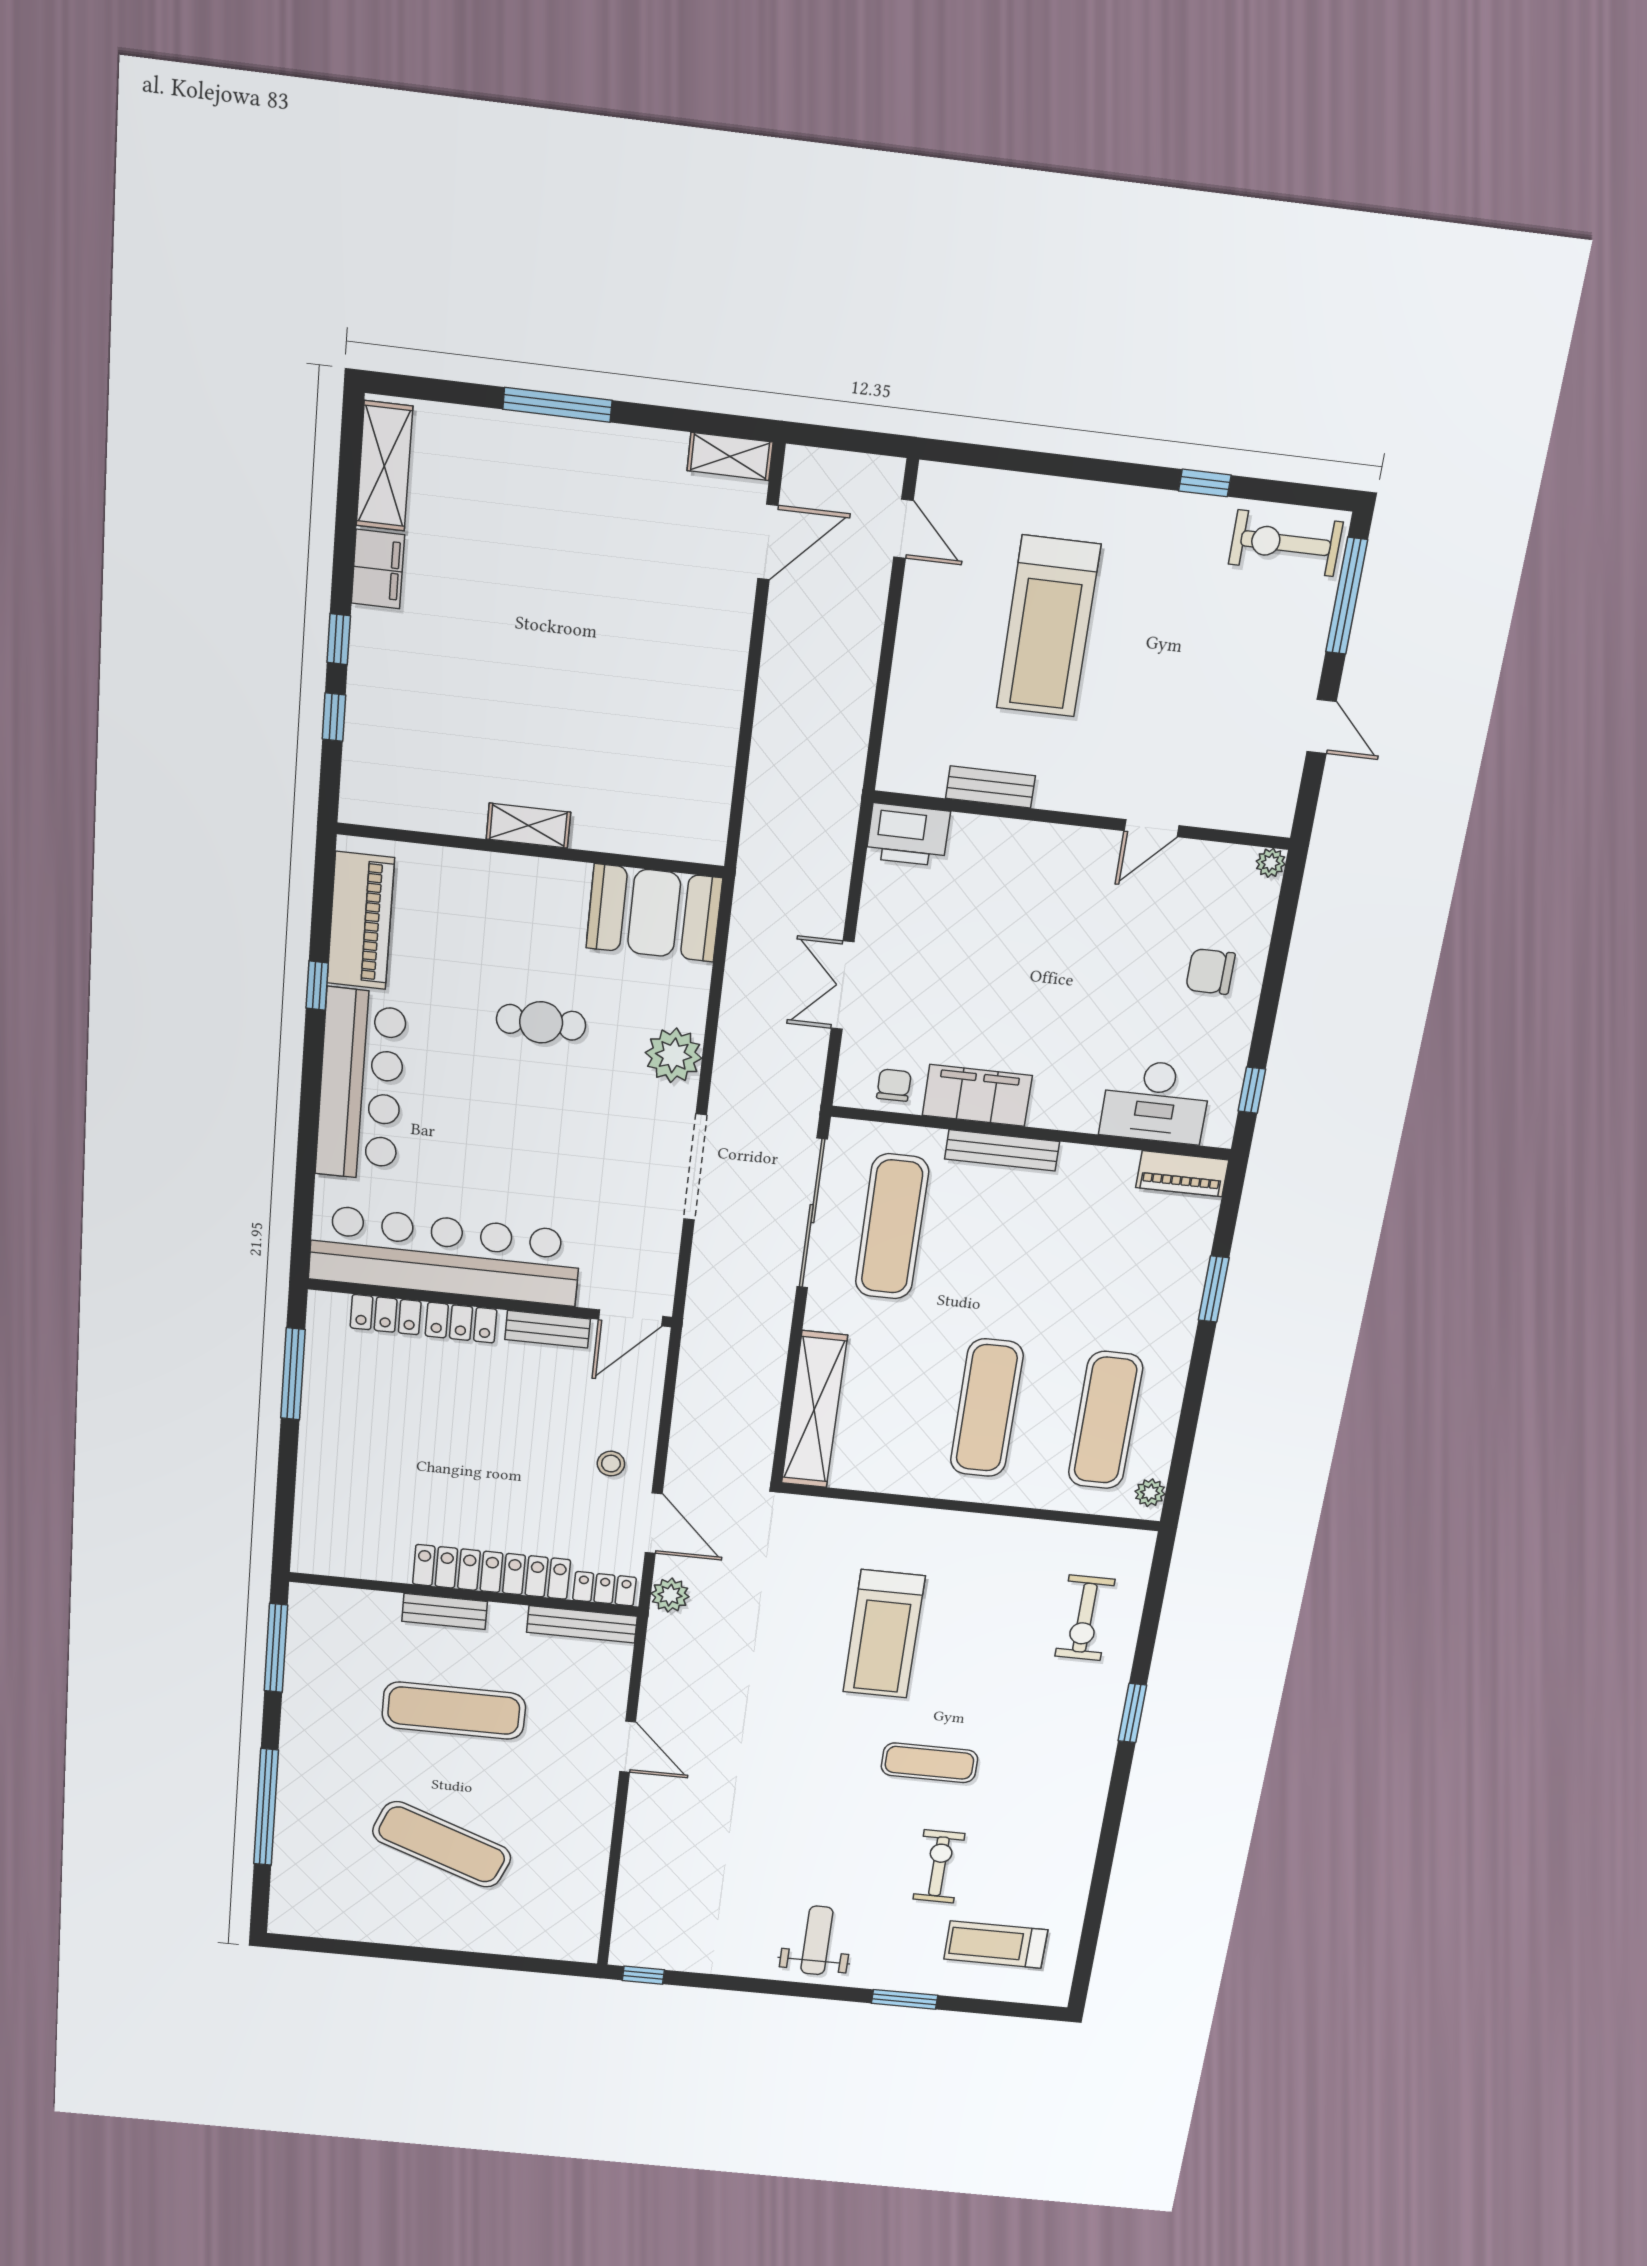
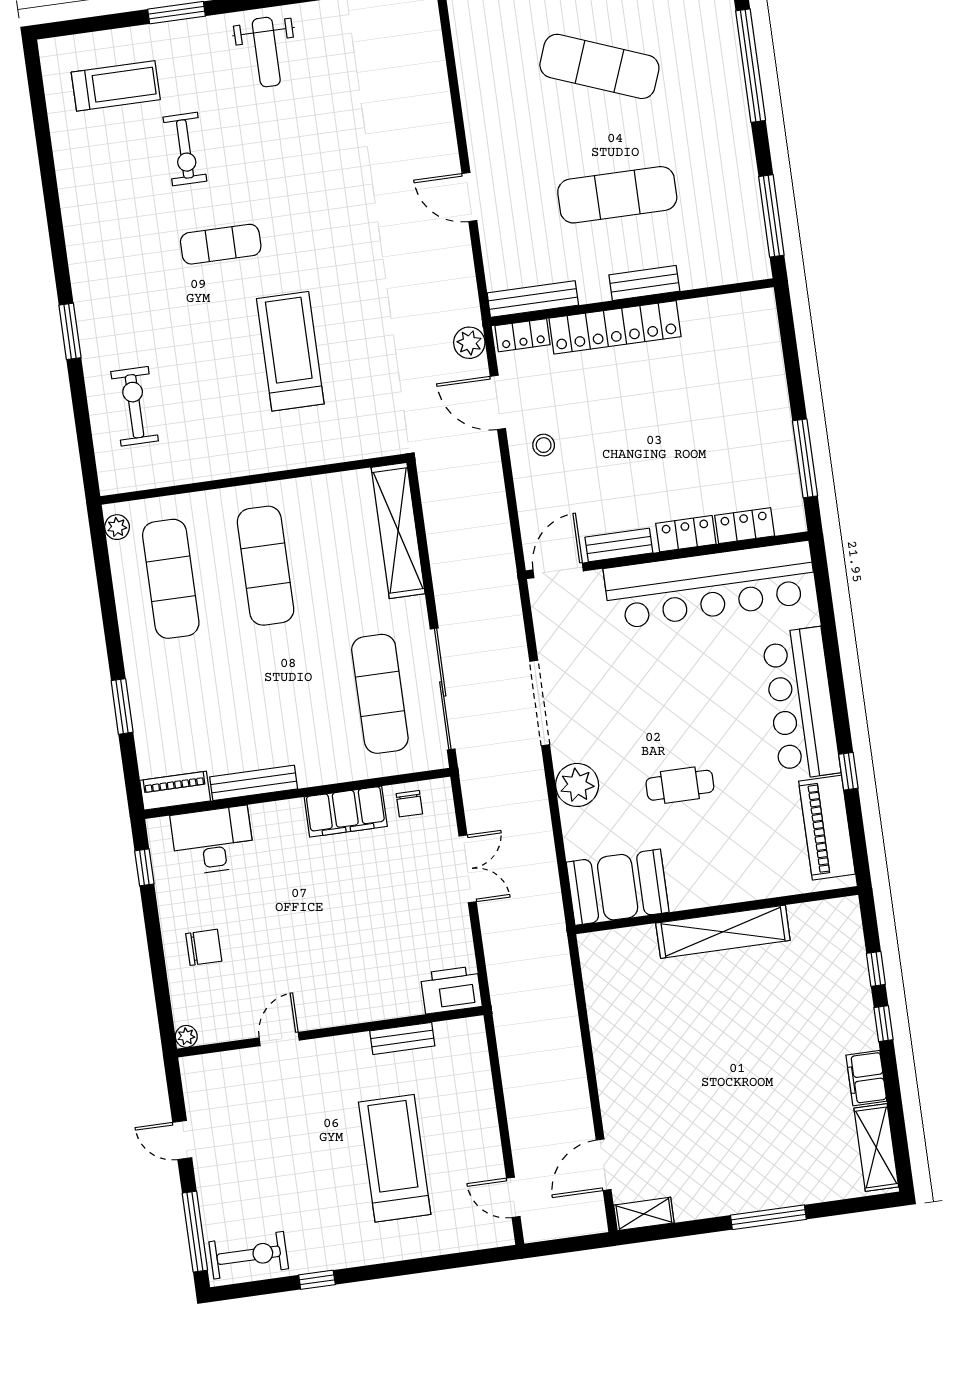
shelving: (528, 826) -> (723, 932), width x2.20, depth x1.33
bench: (1002, 1150) -> (254, 783), moved

